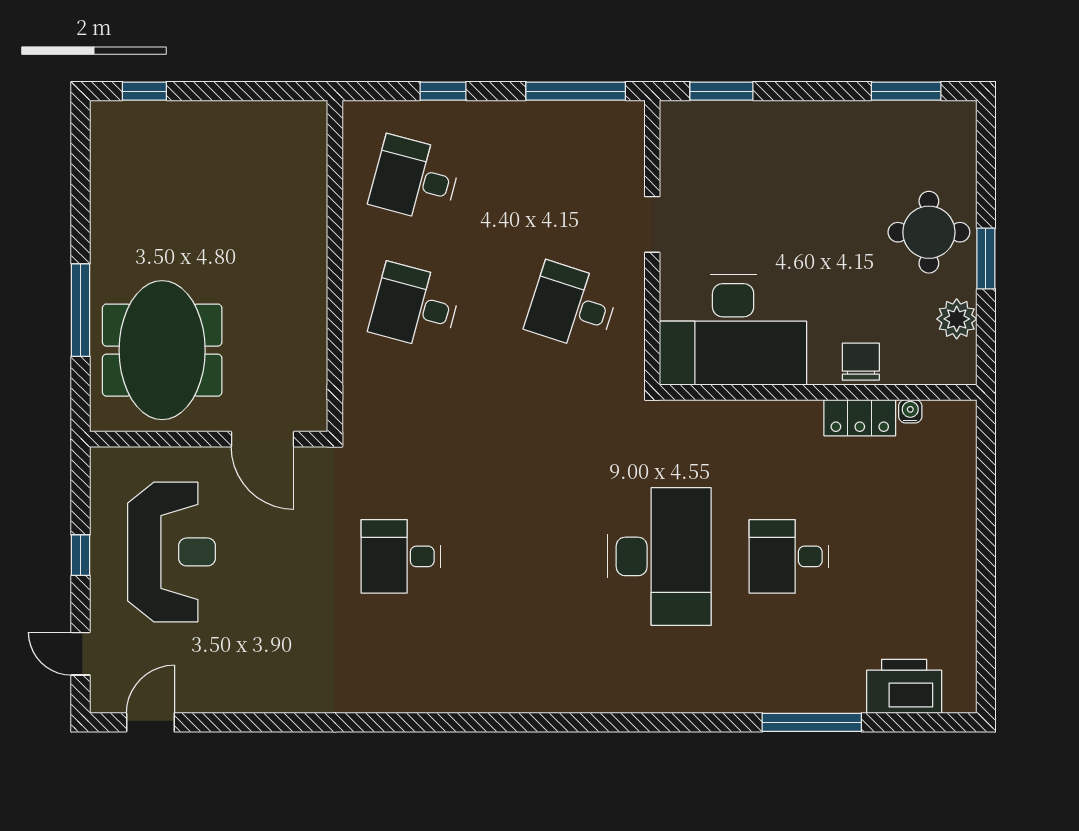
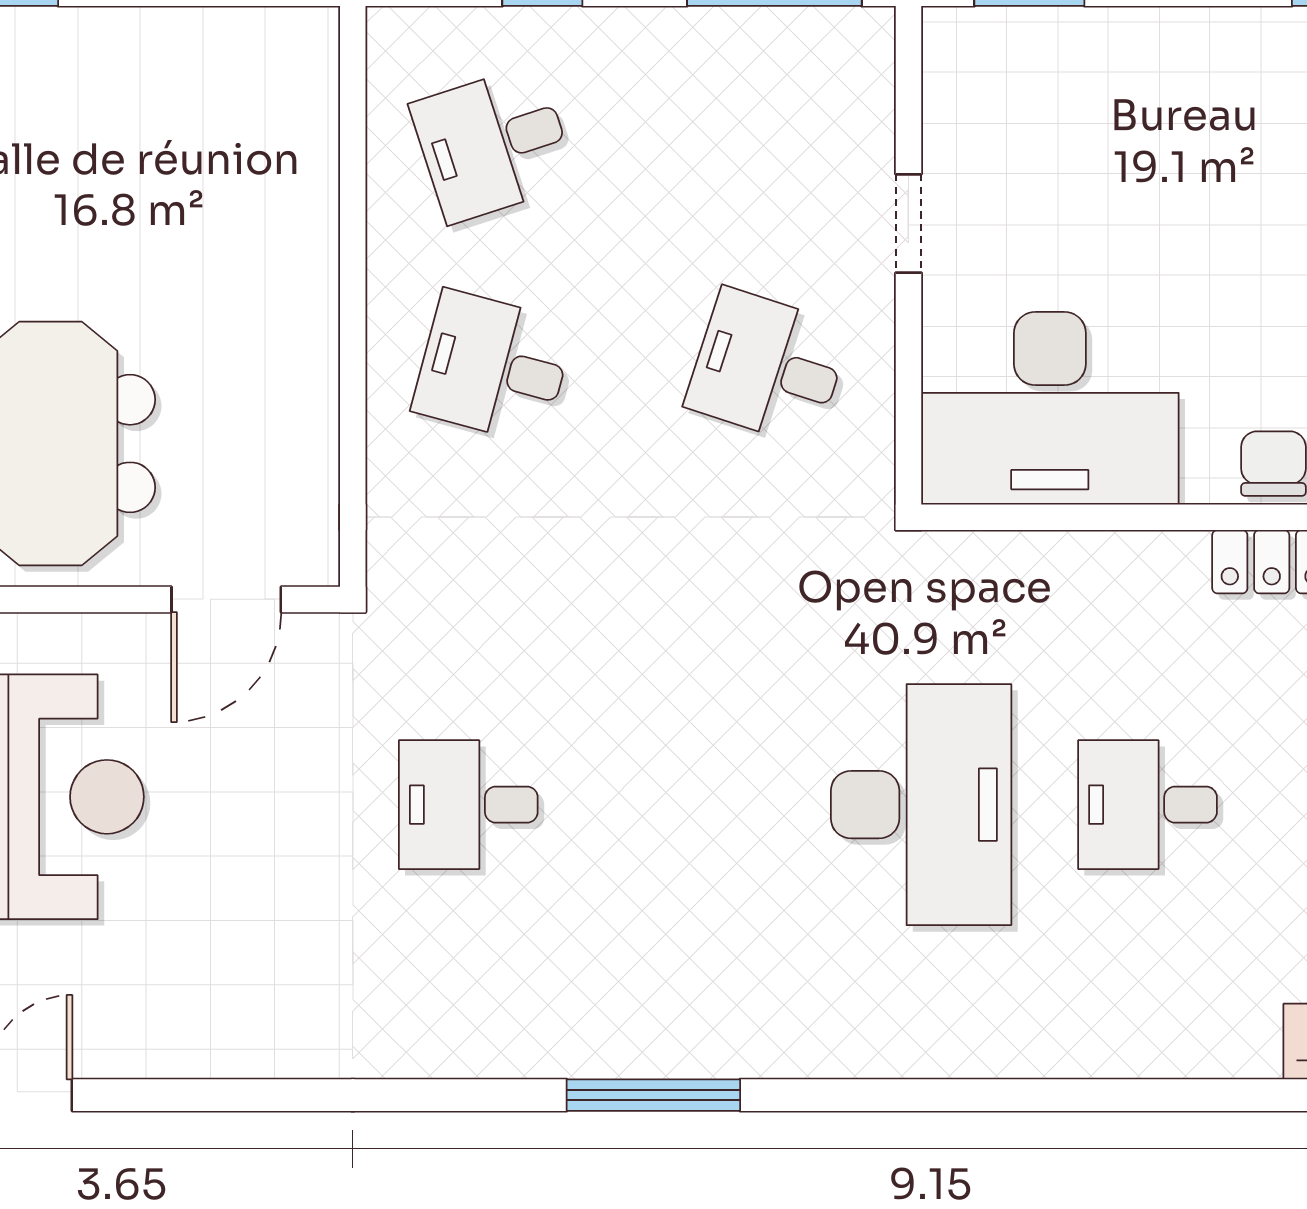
desk: (415, 179) -> (493, 144), turned -33
door: (262, 439) -> (226, 599), hinge flipped
window: (812, 722) -> (653, 1095), moved

